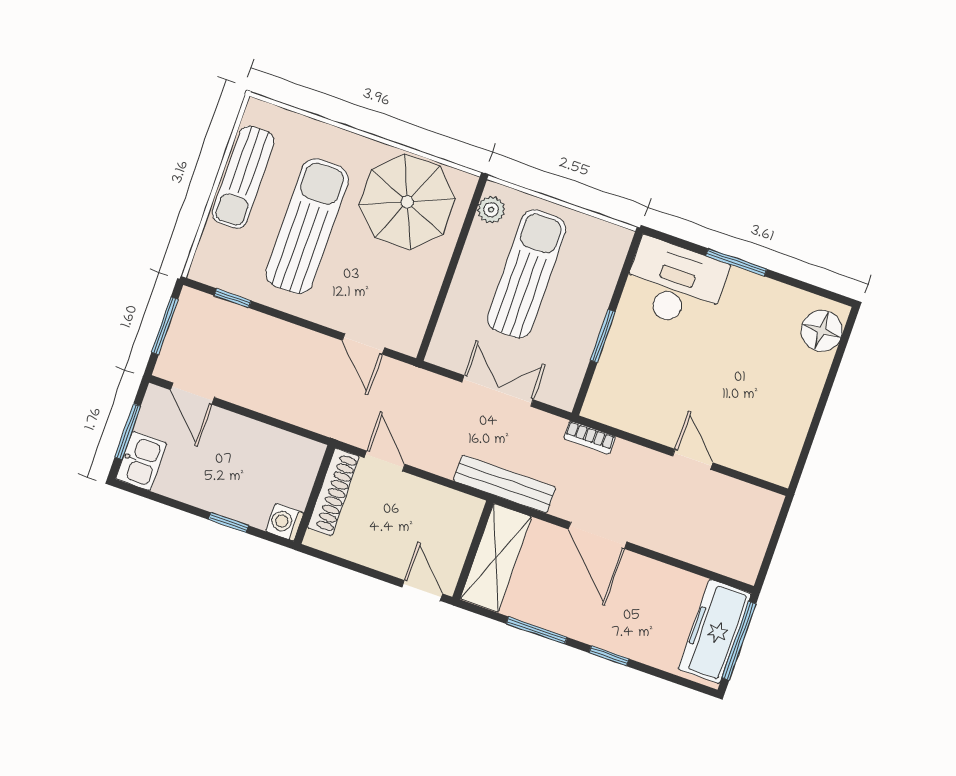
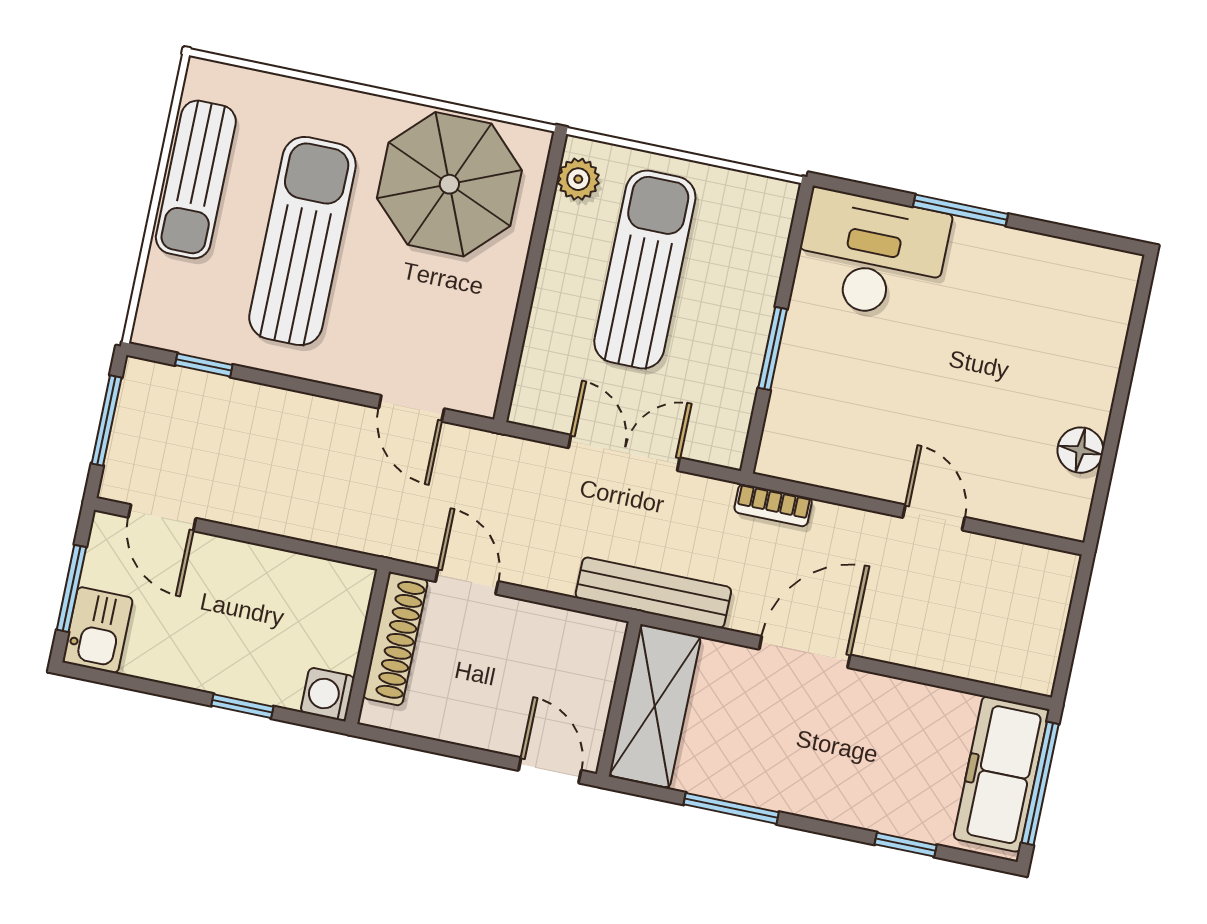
floor lamp: (822, 331) -> (1080, 450), moved, width x0.73, depth x0.73
door: (598, 535) -> (805, 652), swing flipped
window: (609, 656) -> (906, 845), moved

